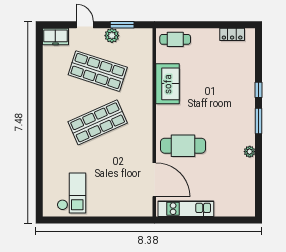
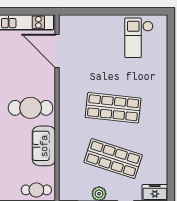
shop shelf: (98, 122) -> (113, 108), turned 30
cafe table: (183, 146) -> (31, 108), moved

